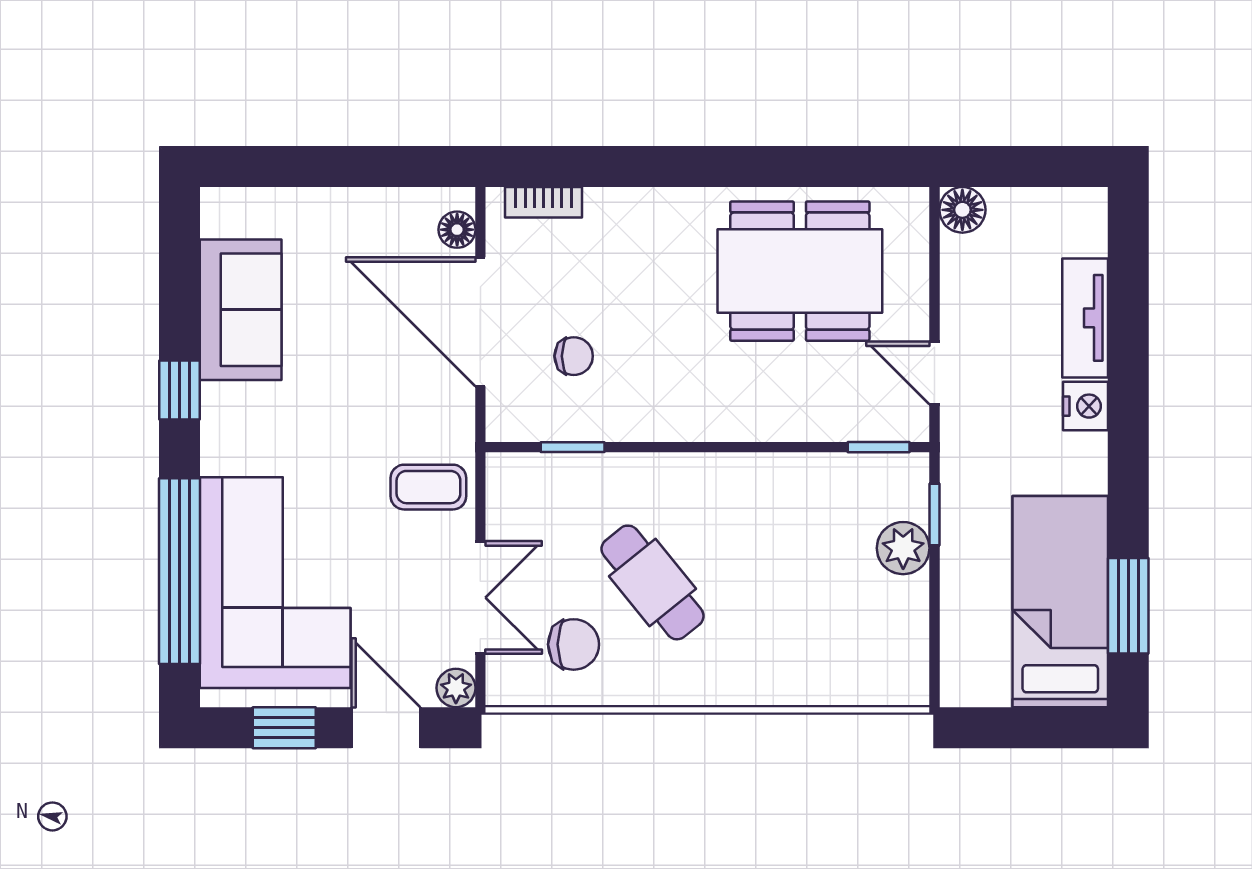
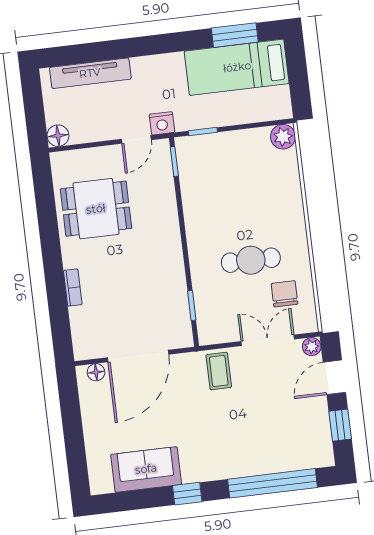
bookcase: (544, 202) -> (73, 288), moved
dining table: (800, 271) -> (96, 209), width x0.73
tv unit: (1085, 318) -> (90, 73), width x1.41
chair: (574, 356) -> (149, 310), removed
nightstand: (1085, 406) -> (162, 123), moved, turned 180
plant: (903, 548) -> (283, 137), moved
cafe table: (653, 582) -> (251, 260), turned 39
corner sofa: (275, 583) -> (272, 438), removed

